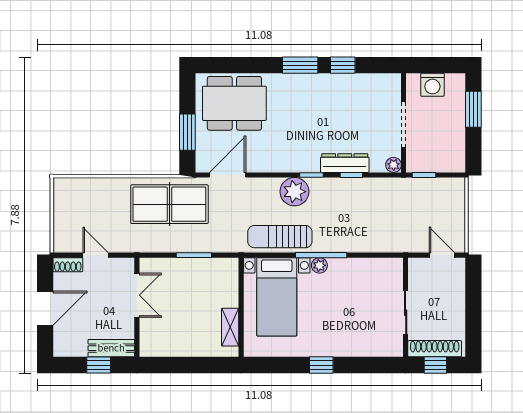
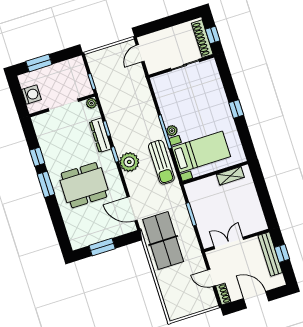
dining table: (234, 103) -> (84, 185), moved, turned 90
window: (187, 132) -> (102, 247), moved
door: (96, 255) -> (211, 278), hinge flipped
bench: (111, 348) -> (270, 254), width x1.36

